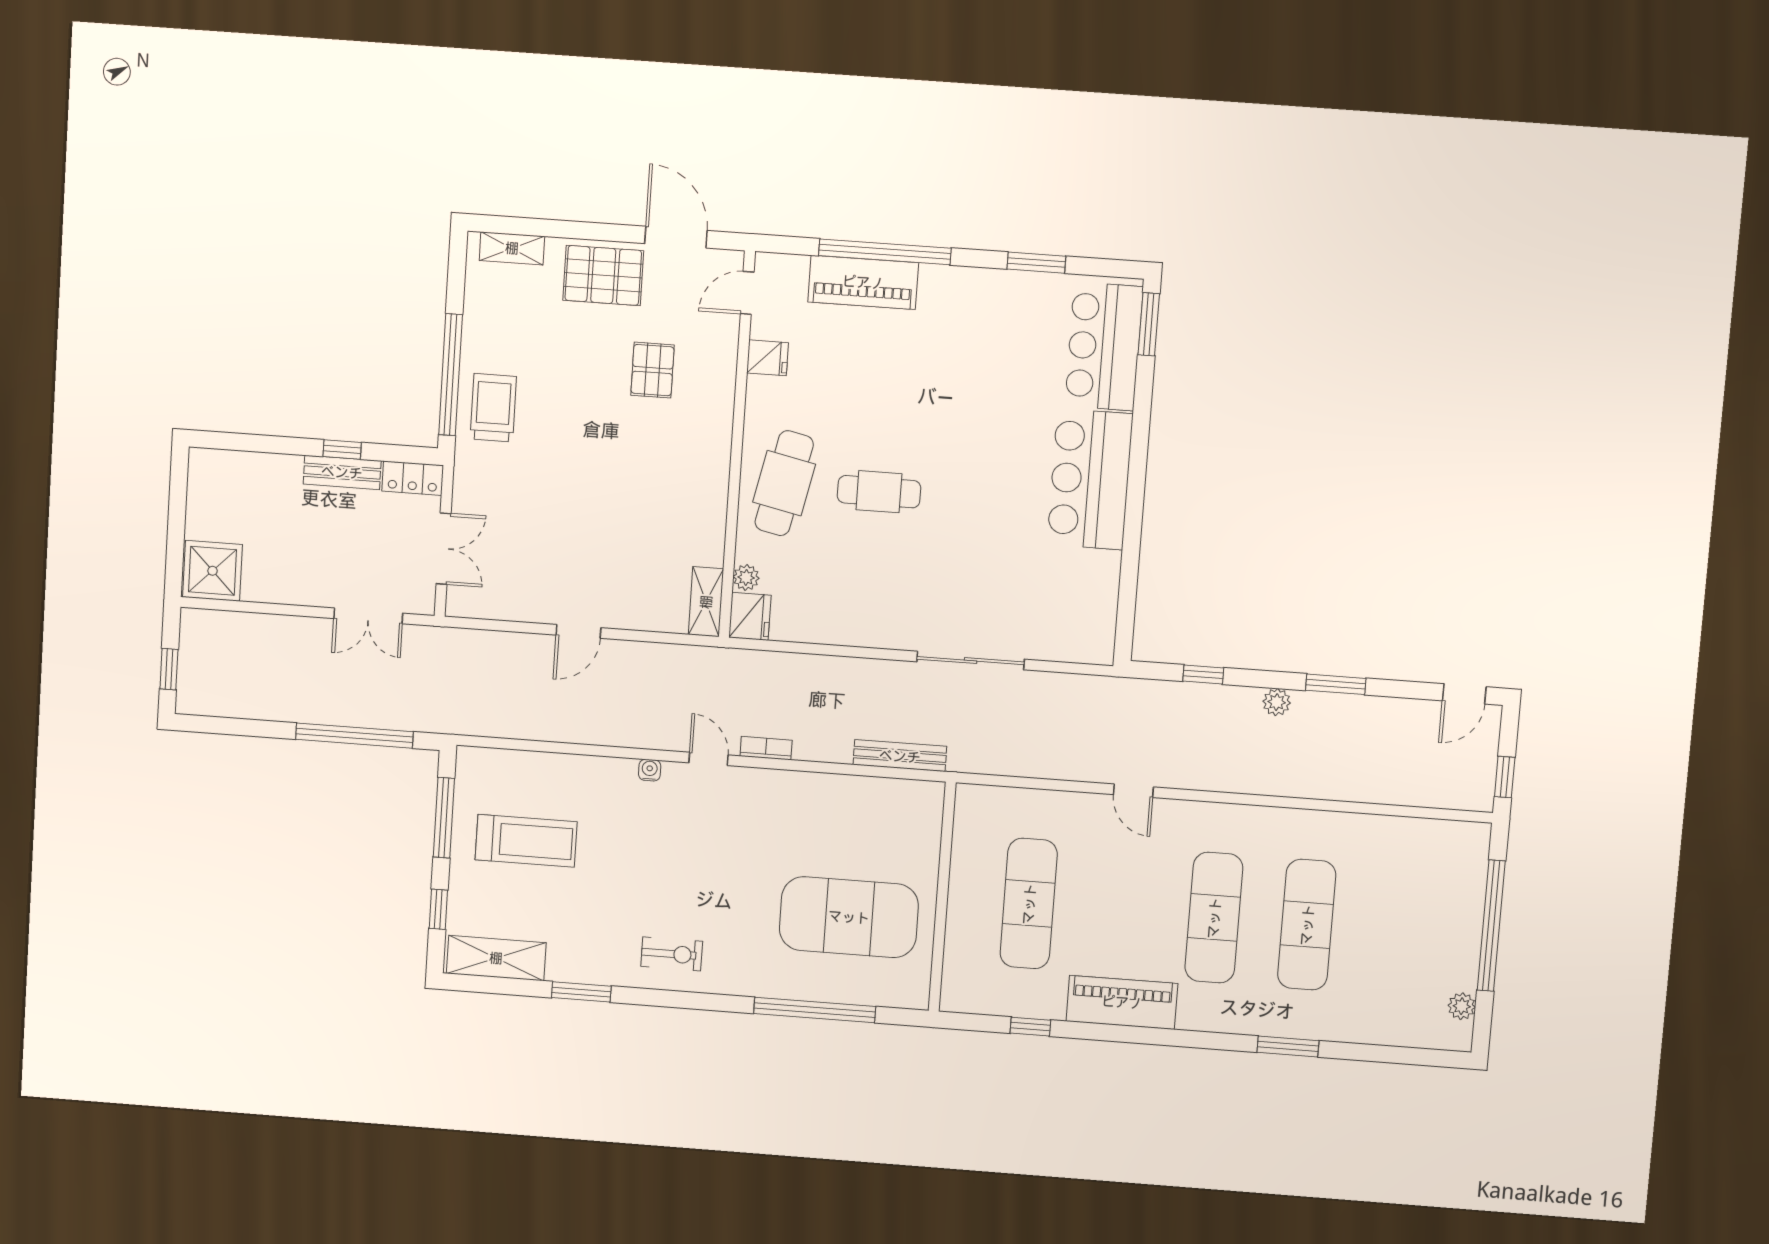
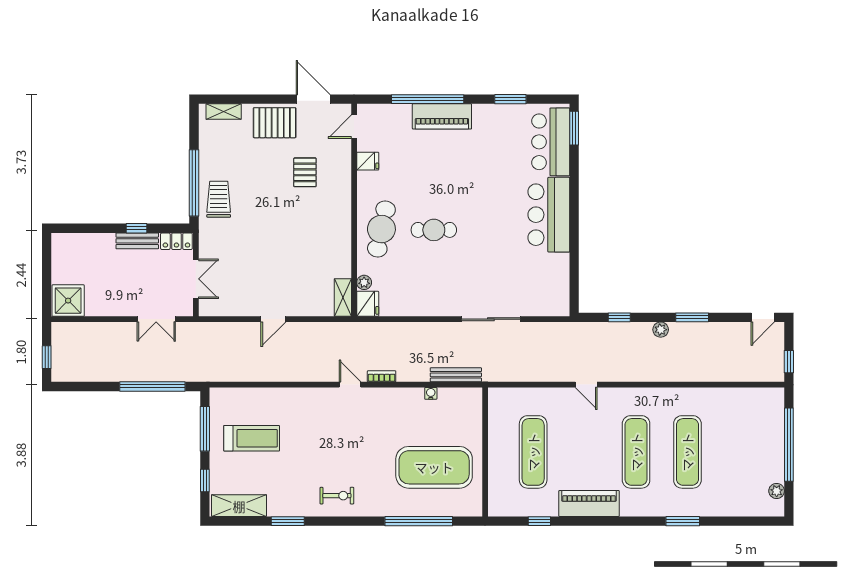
piano: (863, 282) -> (442, 116), moved
water cooler: (650, 770) -> (431, 393), moved

